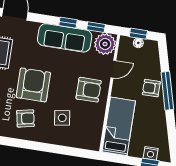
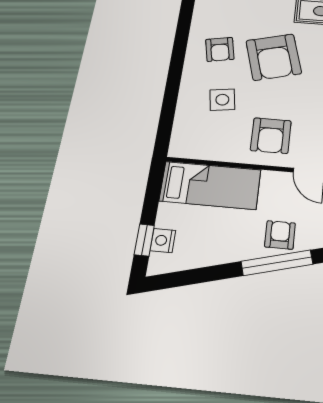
armchair: (33, 85) -> (274, 57), turned 75

